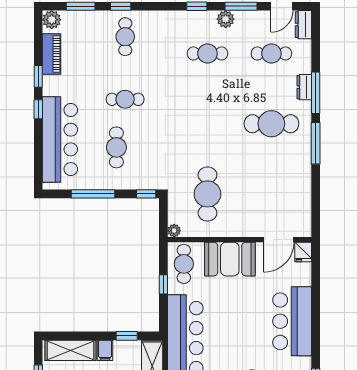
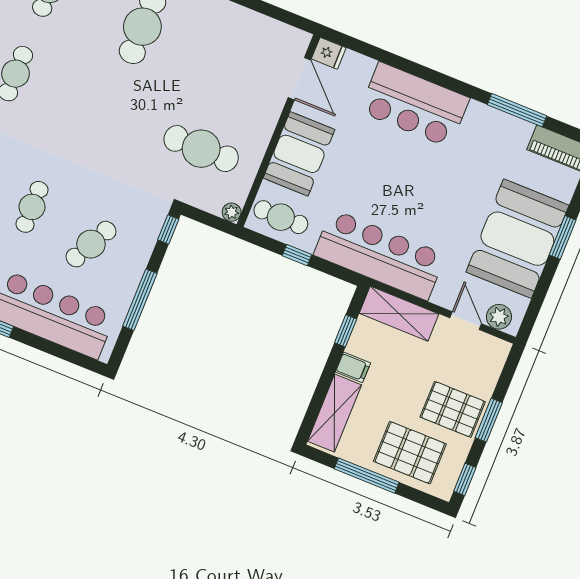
cafe table: (116, 147) -> (91, 244), turned -63

